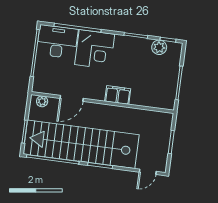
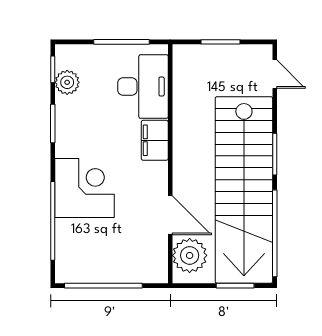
desk: (57, 42) -> (143, 86), moved, turned 180
plant: (42, 101) -> (190, 255), width x1.87, depth x1.87

